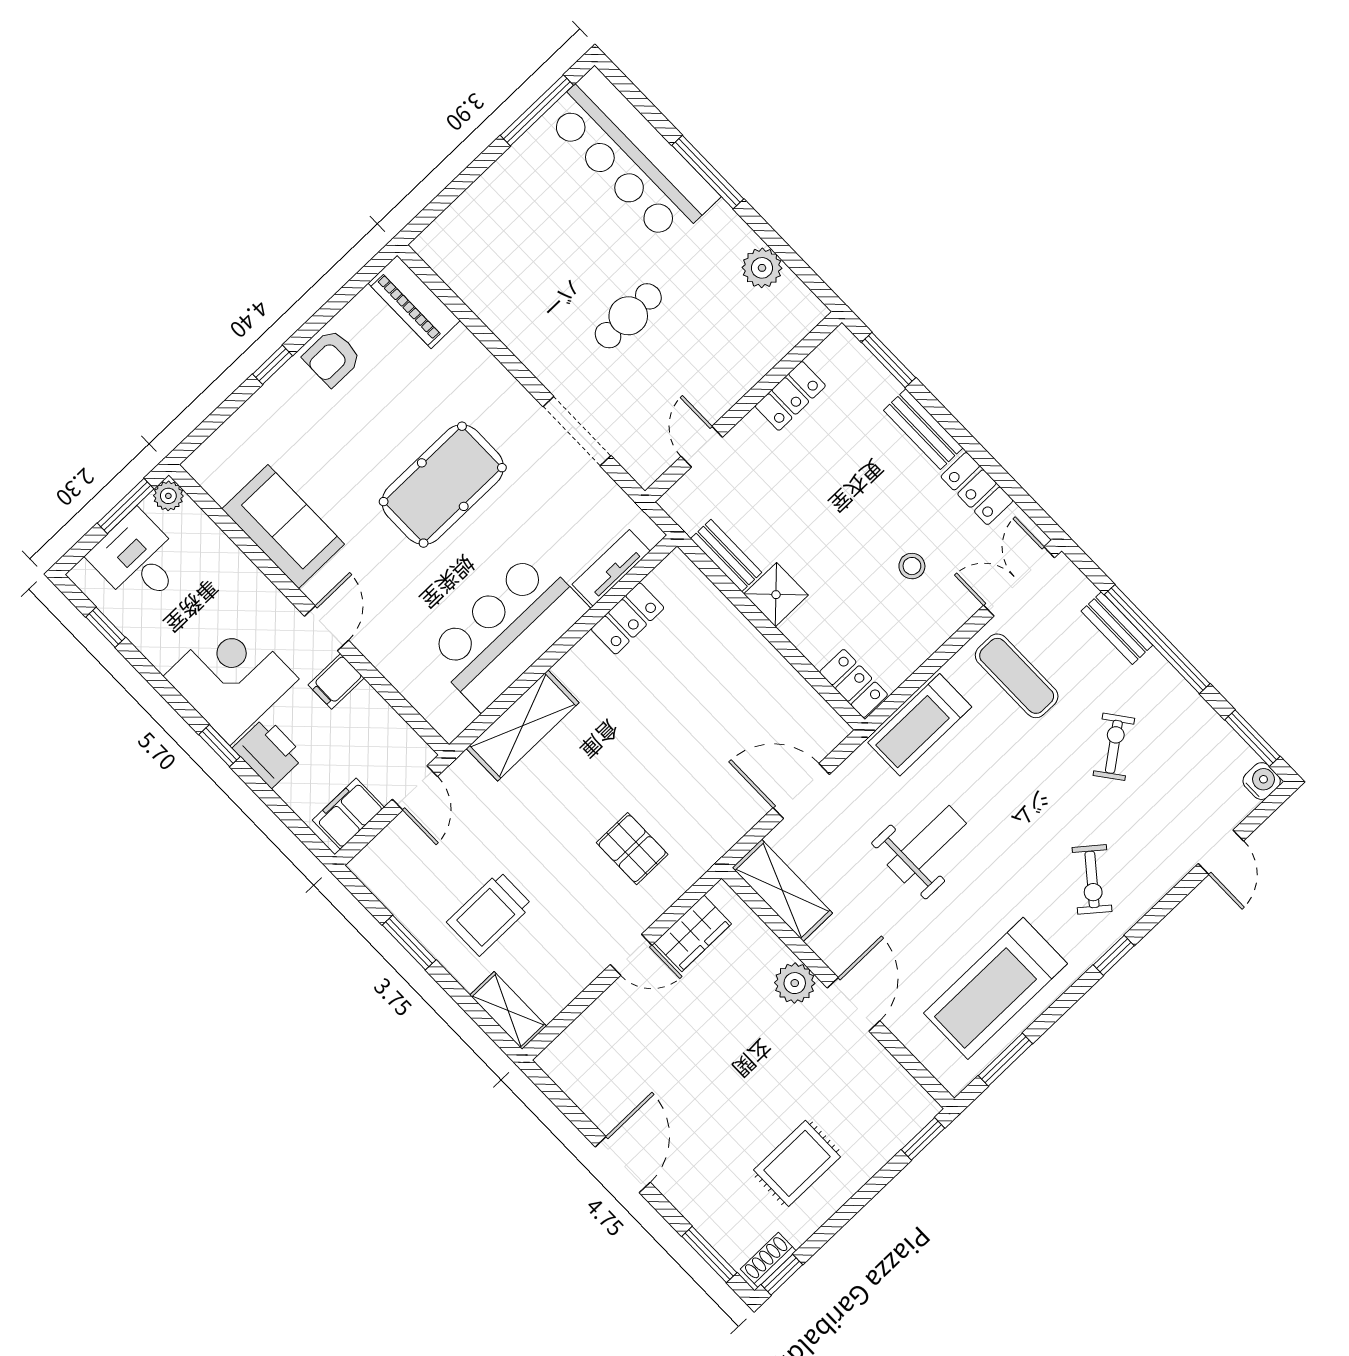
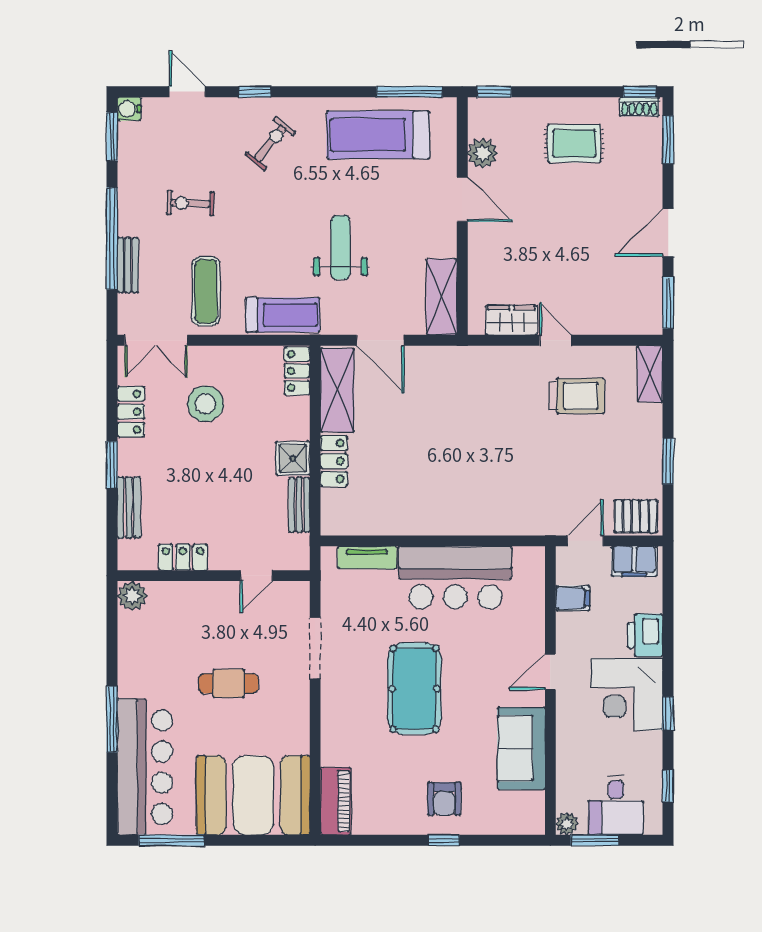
booth: (500, 230) -> (253, 795), added
plant: (762, 268) -> (132, 596), moved
armchair: (332, 358) -> (444, 799), moved, turned 90
window: (889, 360) -> (112, 465), moved
bench: (923, 429) -> (129, 507), moved
pool table: (443, 485) -> (414, 689), turned 90
stool: (912, 566) -> (205, 404), width x1.89, depth x1.89
locker: (628, 618) -> (334, 461), moved, turned 90
filing cabinet: (336, 681) -> (573, 598), moved
shelving: (523, 726) -> (337, 390), moved, turned 90
window: (219, 746) -> (668, 713), moved
exercise bike: (1114, 747) -> (190, 203), turned 39
weight bench: (927, 844) -> (341, 247), turned 90
pallet: (632, 849) -> (636, 516), moved, turned 90
door: (1221, 852) -> (187, 92), hinge flipped
trolley: (489, 914) -> (577, 396), moved
window: (1114, 955) -> (255, 92), moved
plant: (795, 983) -> (483, 153), moved
treadmill: (995, 988) -> (378, 135), turned 180
door: (854, 1004) -> (462, 199), swing flipped
window: (1005, 1060) -> (409, 92), width x1.44
window: (557, 1096) -> (668, 303), added

